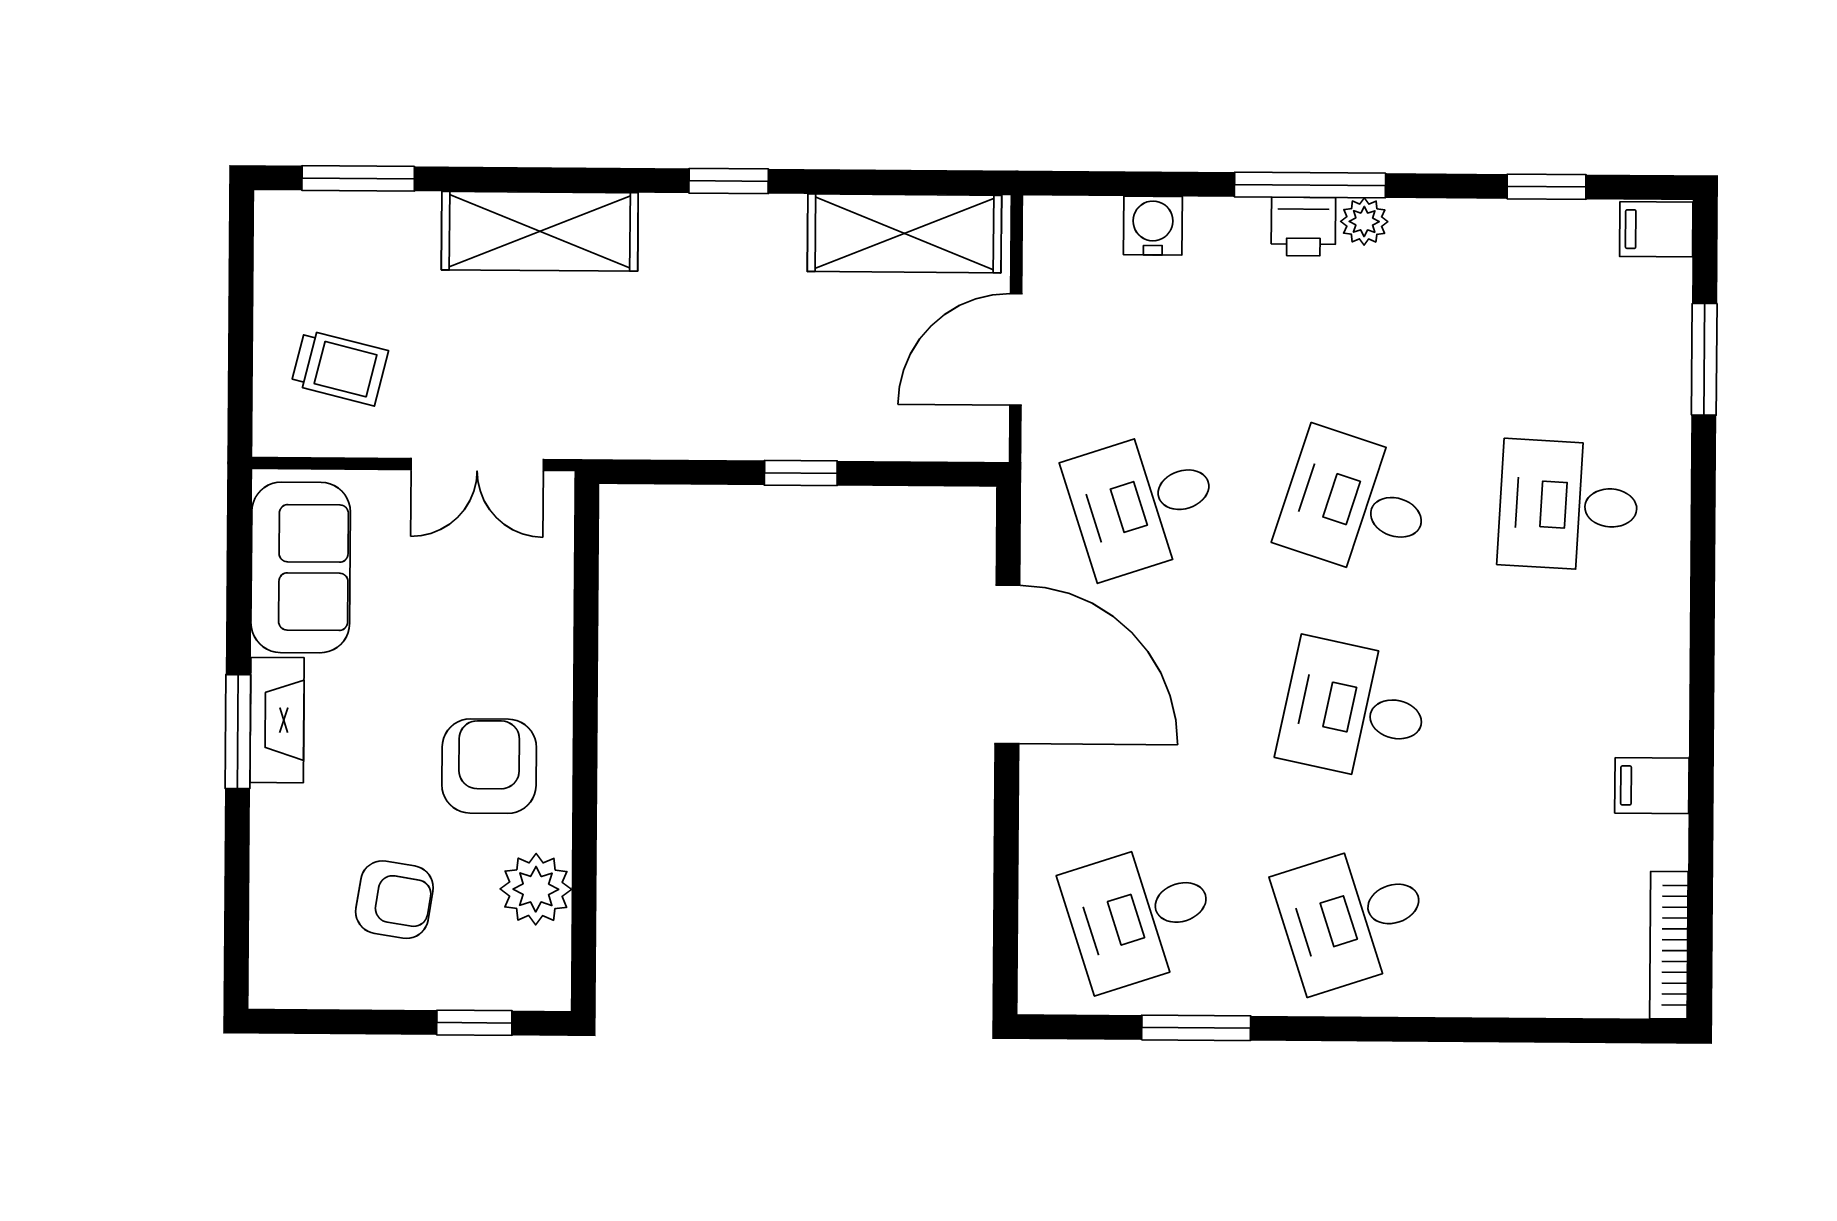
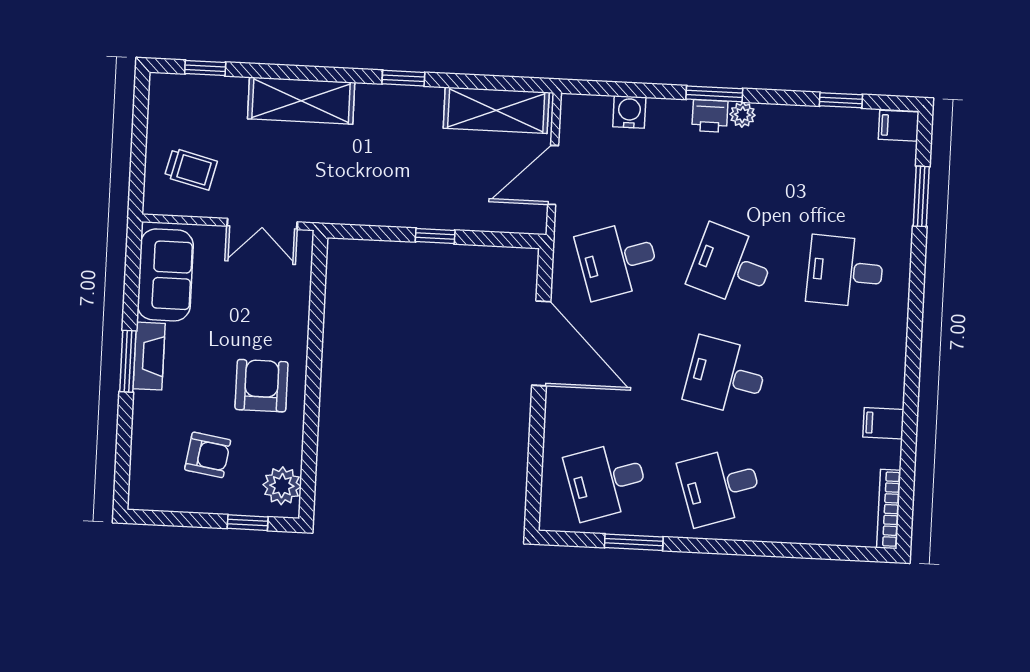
window: (358, 178) -> (205, 68), width x0.67
window: (1310, 185) -> (714, 94), width x0.69
plant: (536, 889) -> (282, 486), moved

